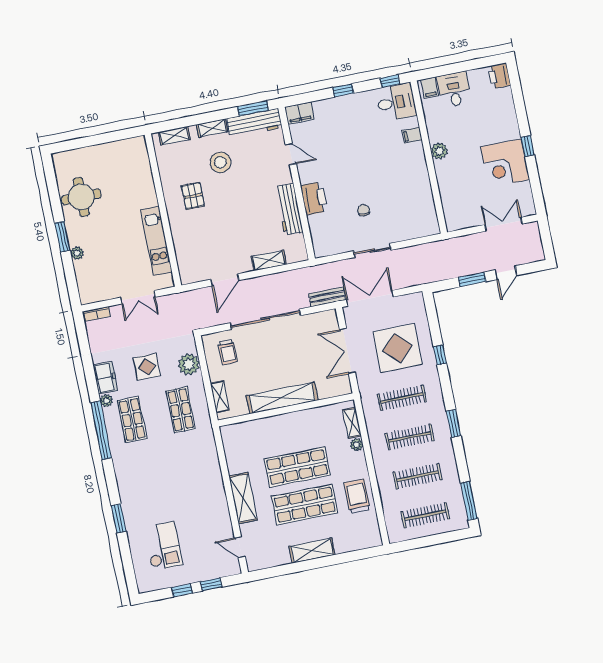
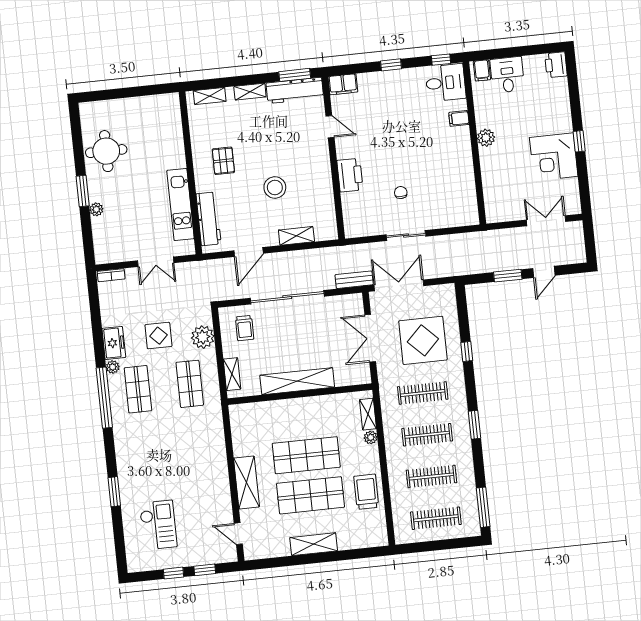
stool: (220, 162) -> (275, 187), moved
workbench: (289, 209) -> (209, 219), moved, turned 180

